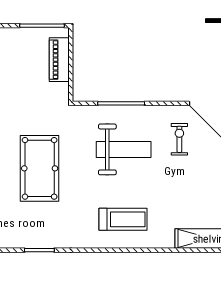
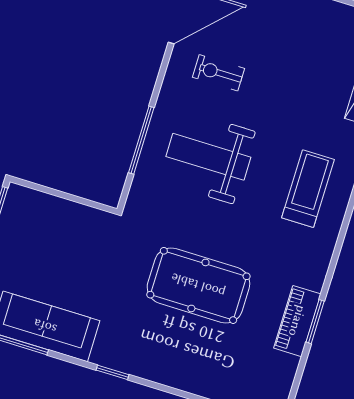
piano: (59, 60) -> (297, 321), moved, turned 90
weight bench: (124, 149) -> (208, 157), turned -90

